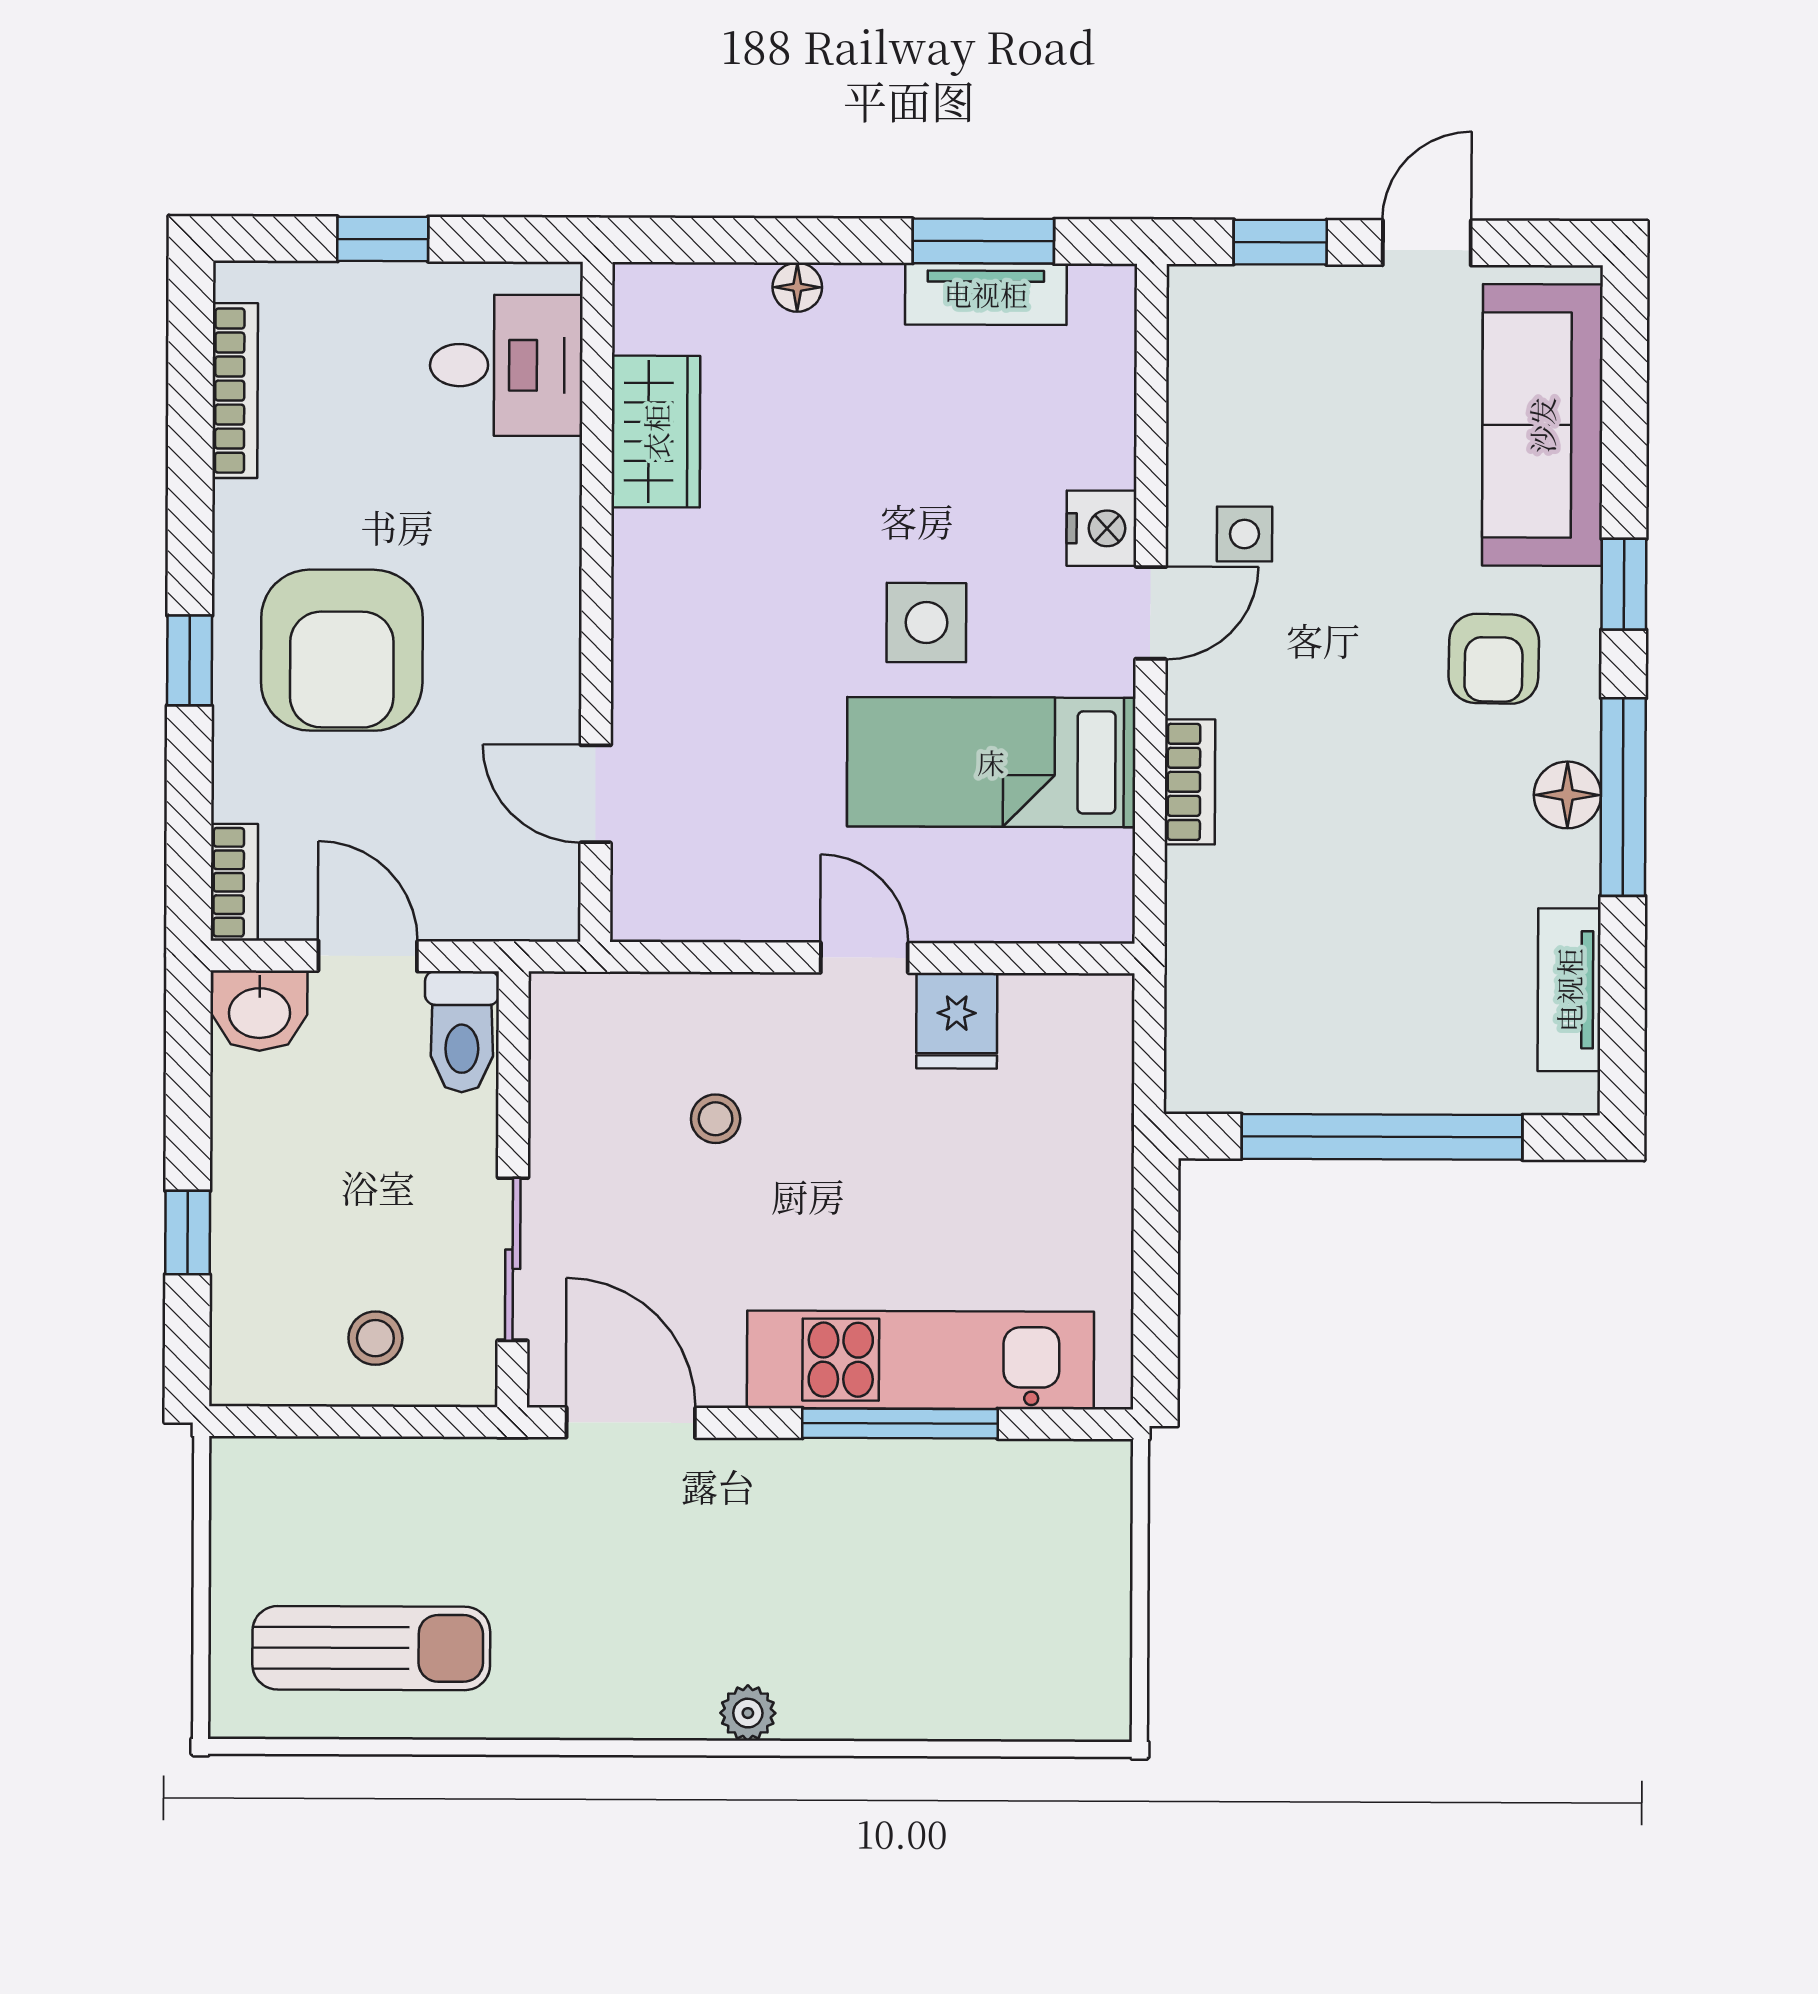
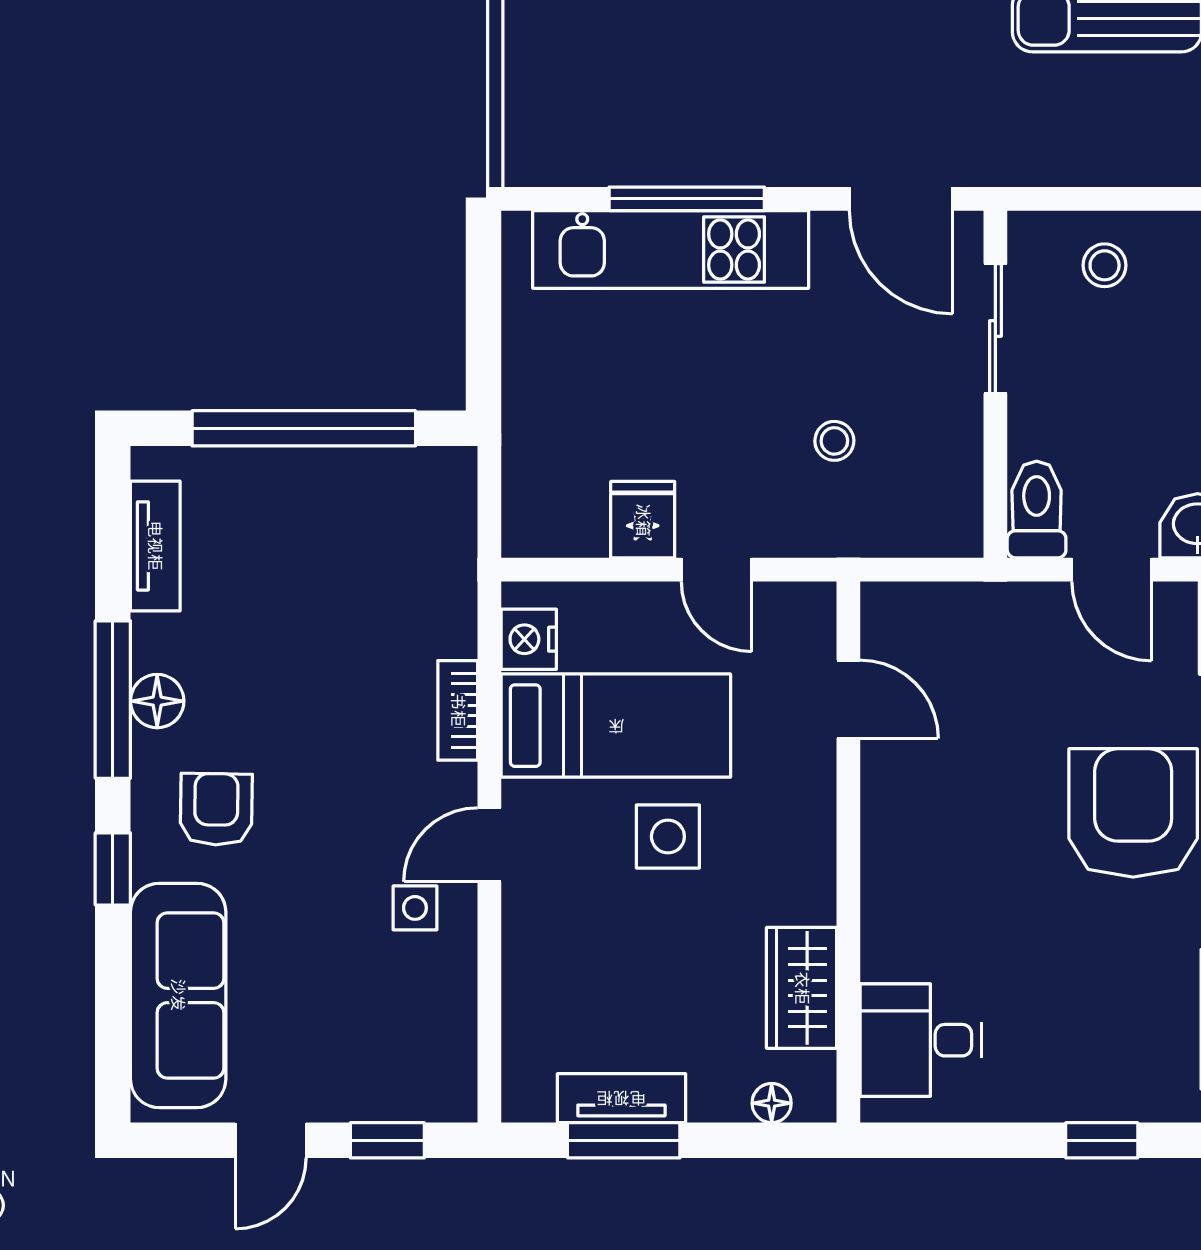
desk: (506, 365) -> (921, 1040), moved
wardrobe: (656, 432) -> (802, 988), moved
nightstand: (1101, 528) -> (529, 639), moved
wall: (596, 602) -> (848, 852), moved
door: (596, 794) -> (848, 699), moved

